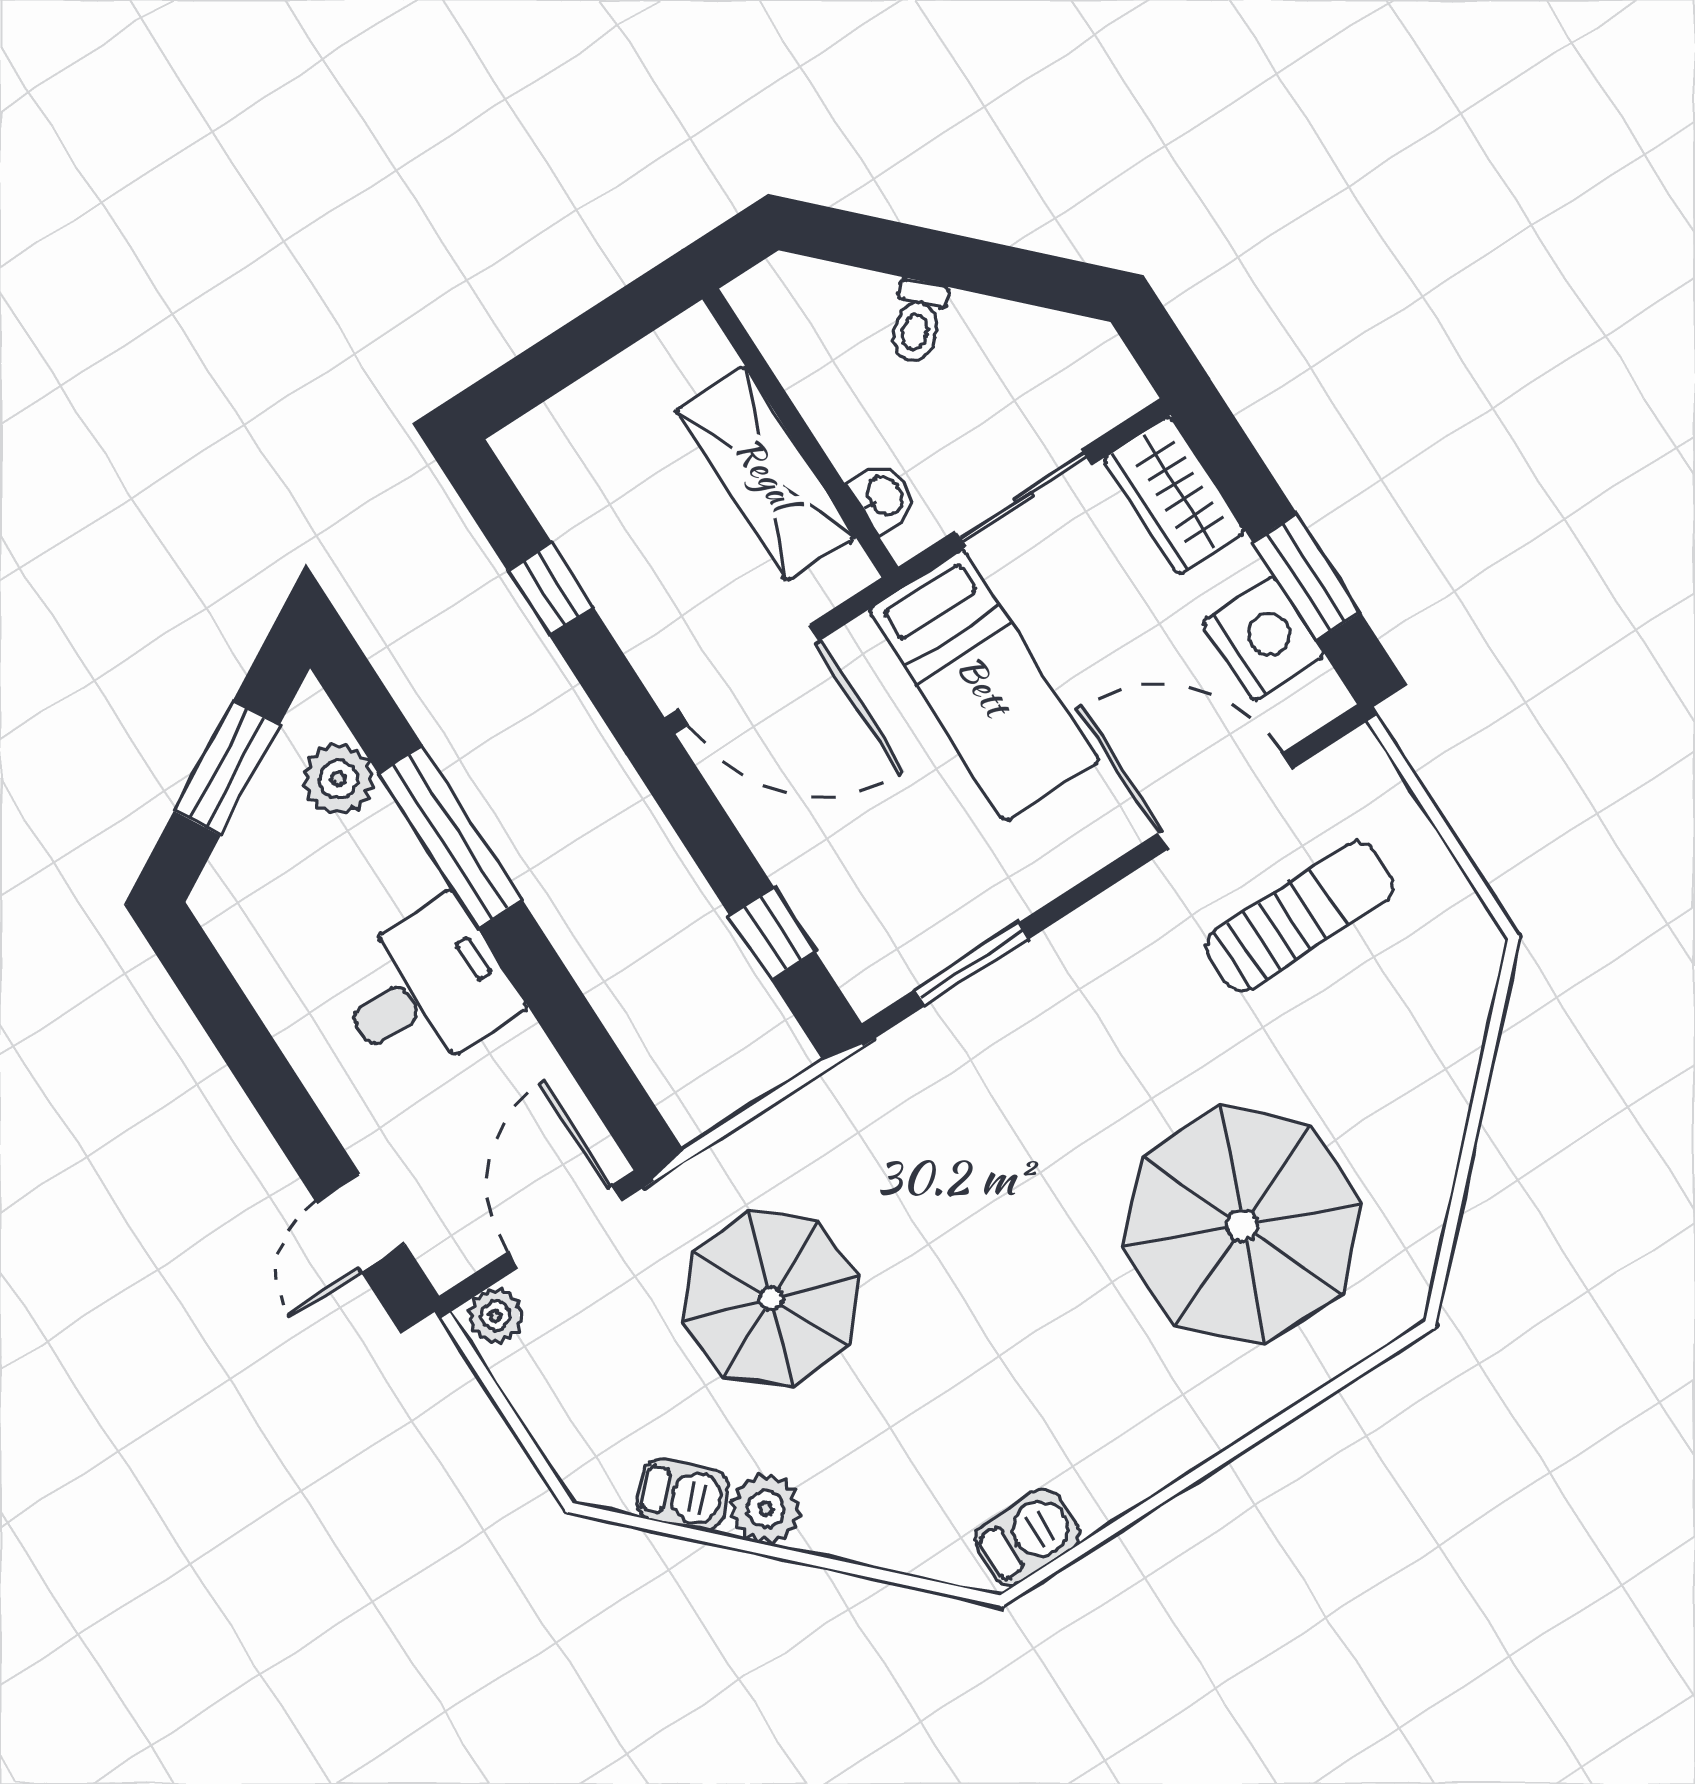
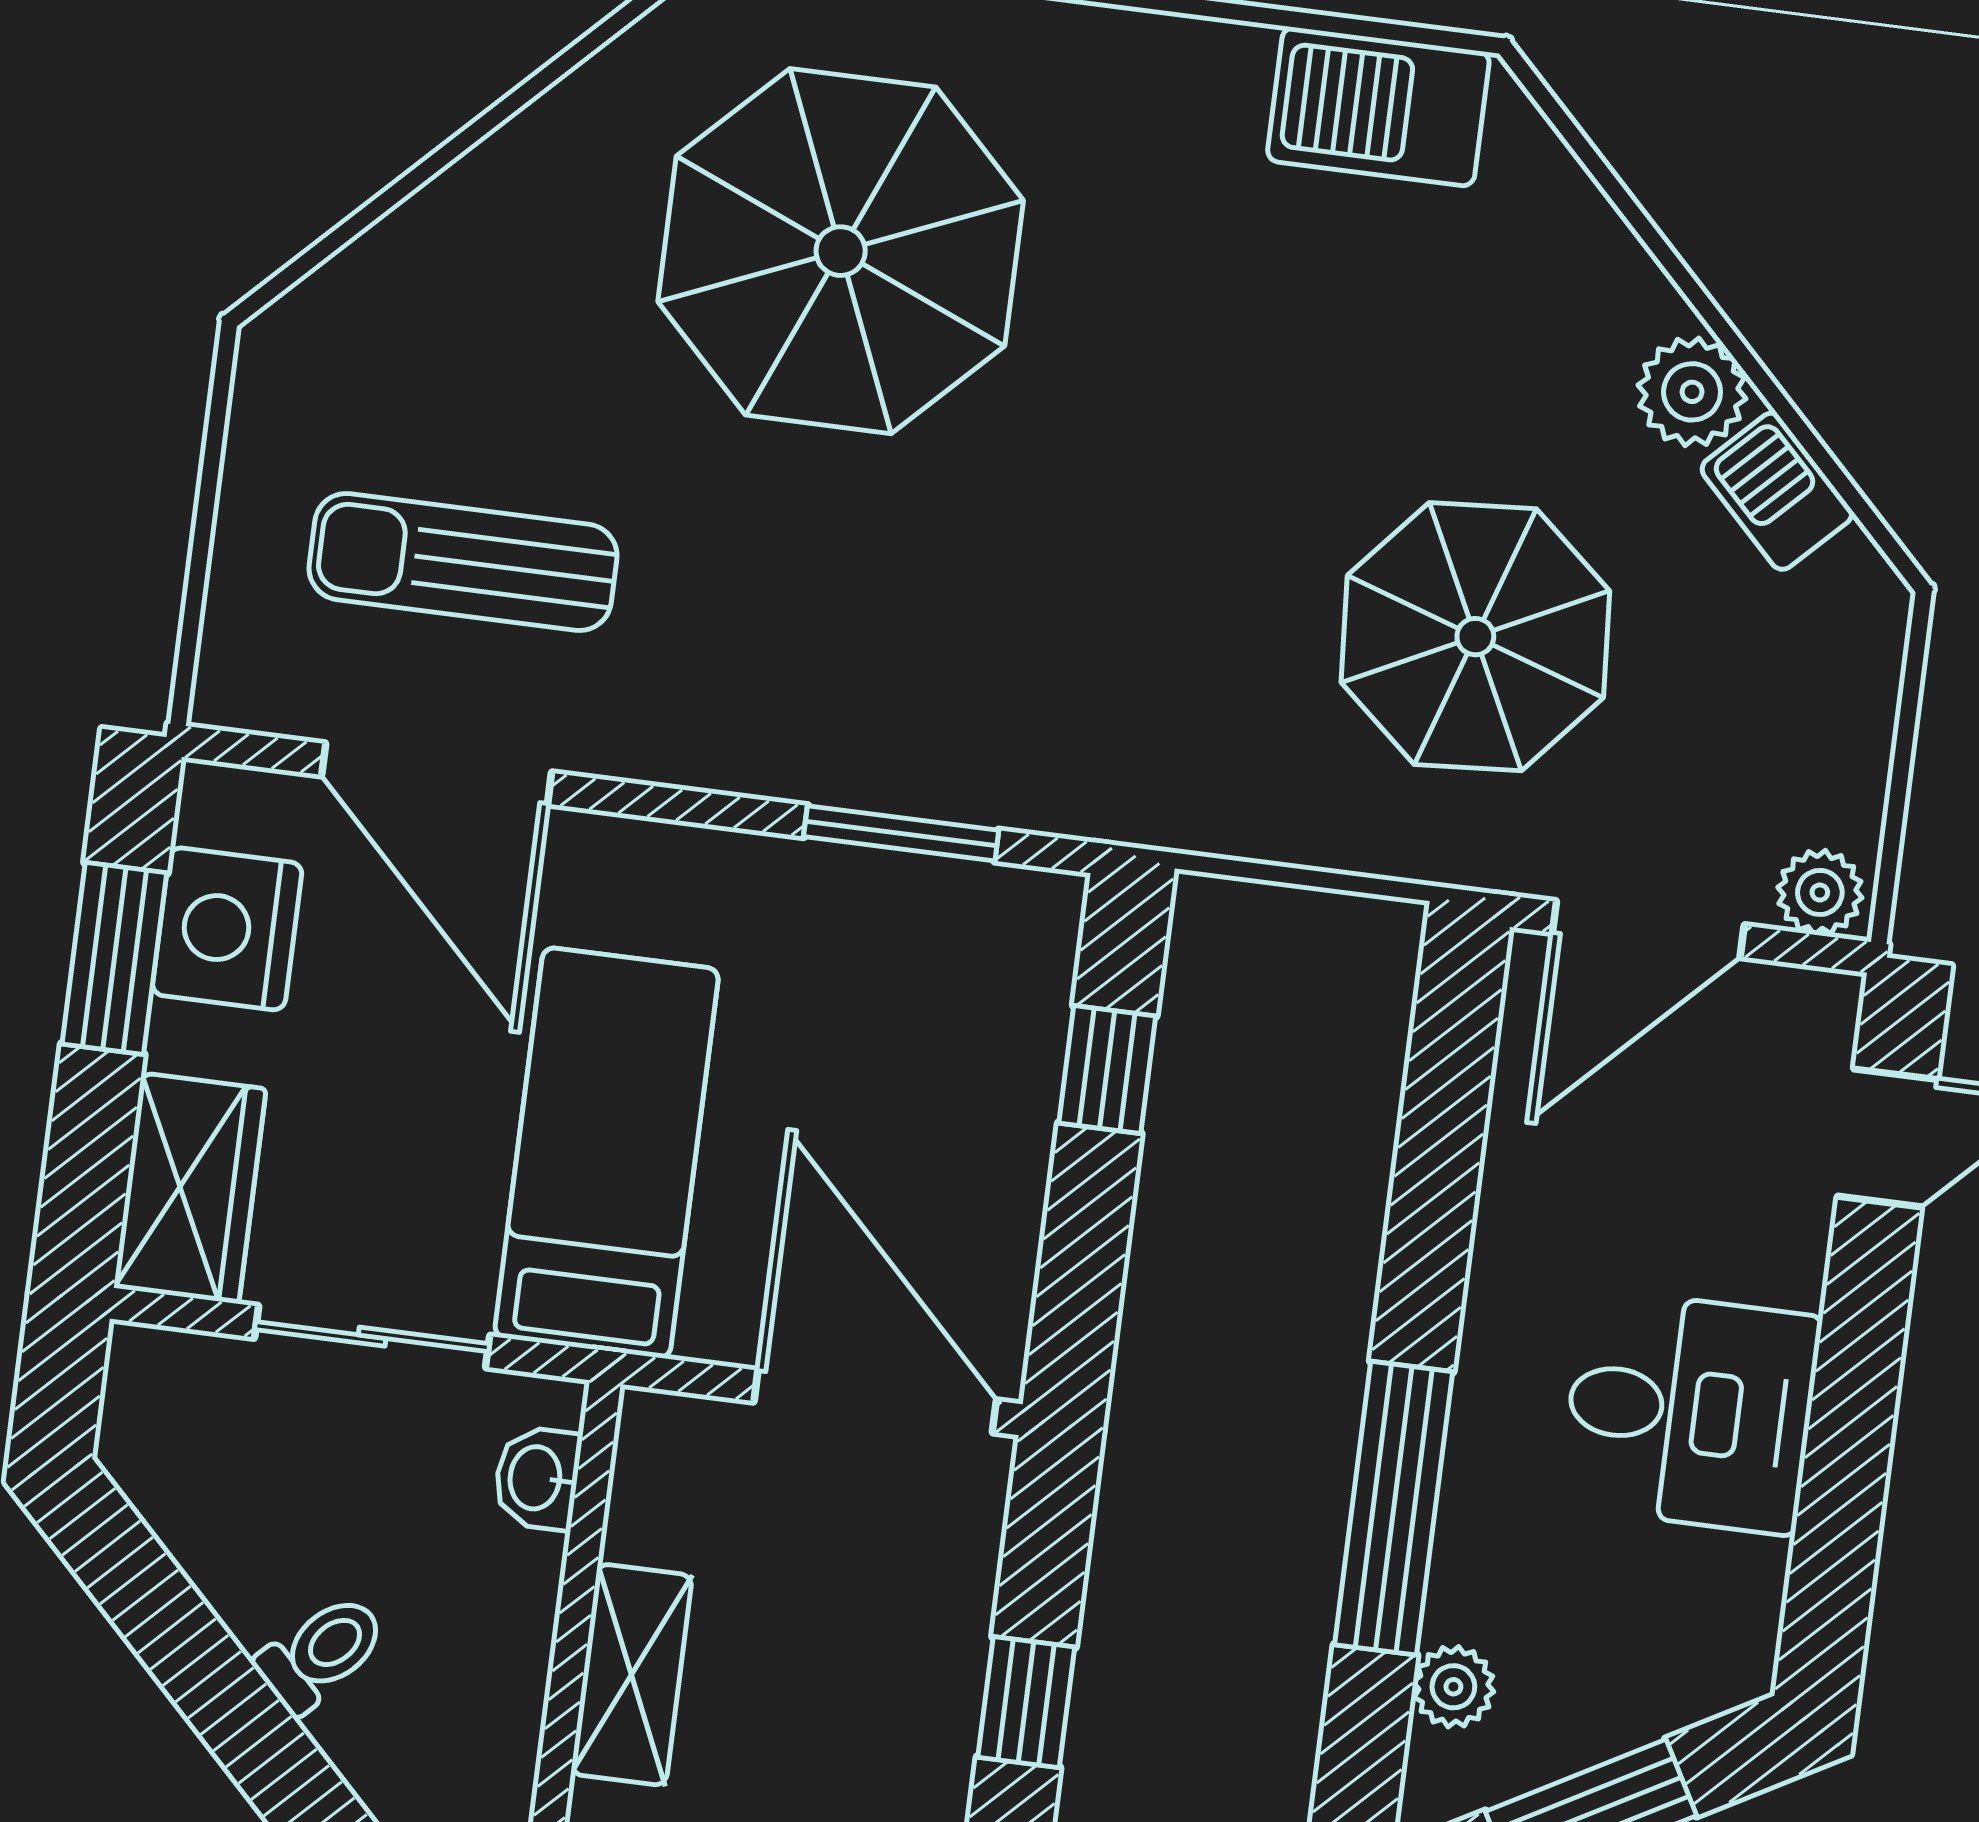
shelving: (766, 473) -> (632, 1675), width x0.67, depth x0.75
plant: (339, 779) -> (1453, 1687), width x0.73, depth x0.73
desk: (426, 990) -> (1690, 1412), moved, turned 180
barbecue: (1027, 1537) -> (1378, 107), width x1.38, depth x1.27

